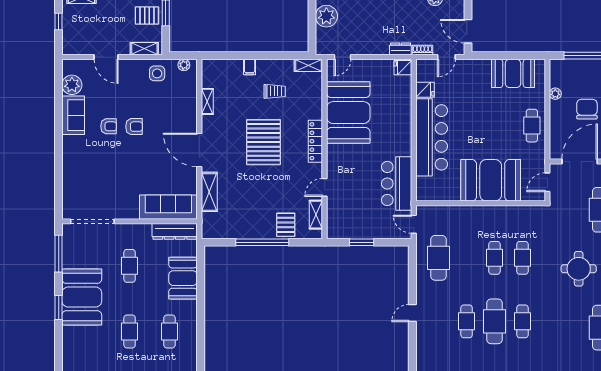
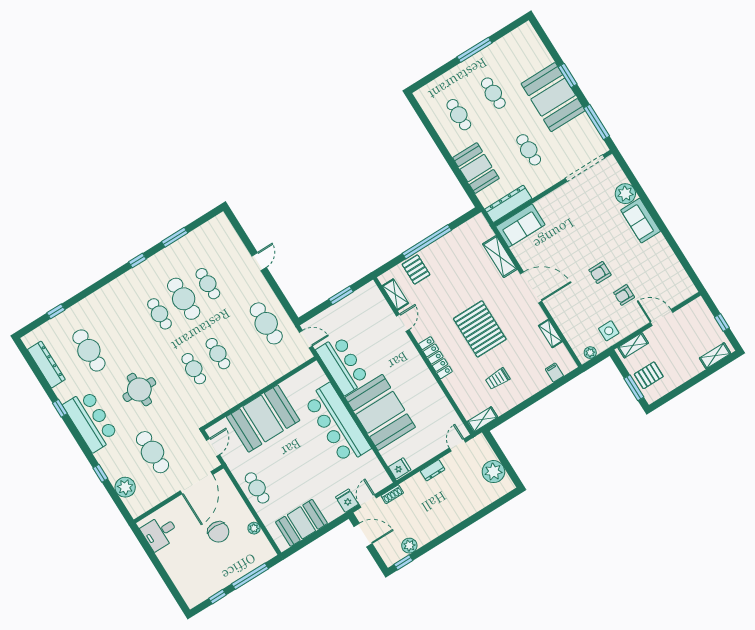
dresser: (400, 49) -> (433, 470), moved
filing cabinet: (250, 67) -> (554, 373), moved
plant: (72, 85) -> (625, 194), moved
fridge: (425, 90) -> (347, 501), moved, turned 90
booth: (348, 113) -> (380, 412), moved
sofa: (73, 115) -> (641, 221), moved
armchair: (109, 126) -> (624, 295), moved
sofa: (168, 207) -> (520, 226), width x0.73

